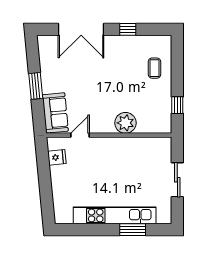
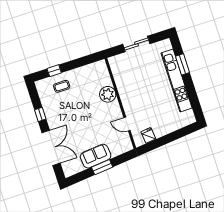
window: (177, 105) -> (54, 71), moved
sofa: (55, 113) -> (96, 156), moved

